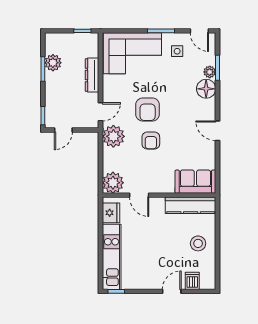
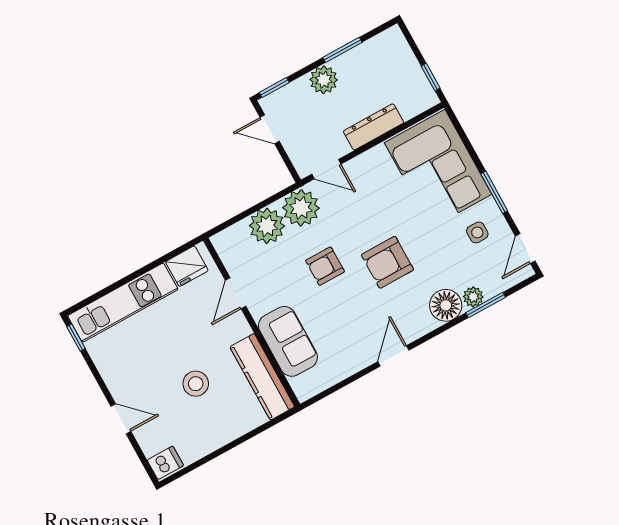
plant: (53, 63) -> (324, 80), moved
armchair: (148, 109) -> (387, 262), moved
sofa: (195, 182) -> (288, 341), moved
plant: (113, 183) -> (267, 226), moved
stool: (198, 243) -> (196, 384), moved
dishwasher: (192, 281) -> (165, 463), moved

